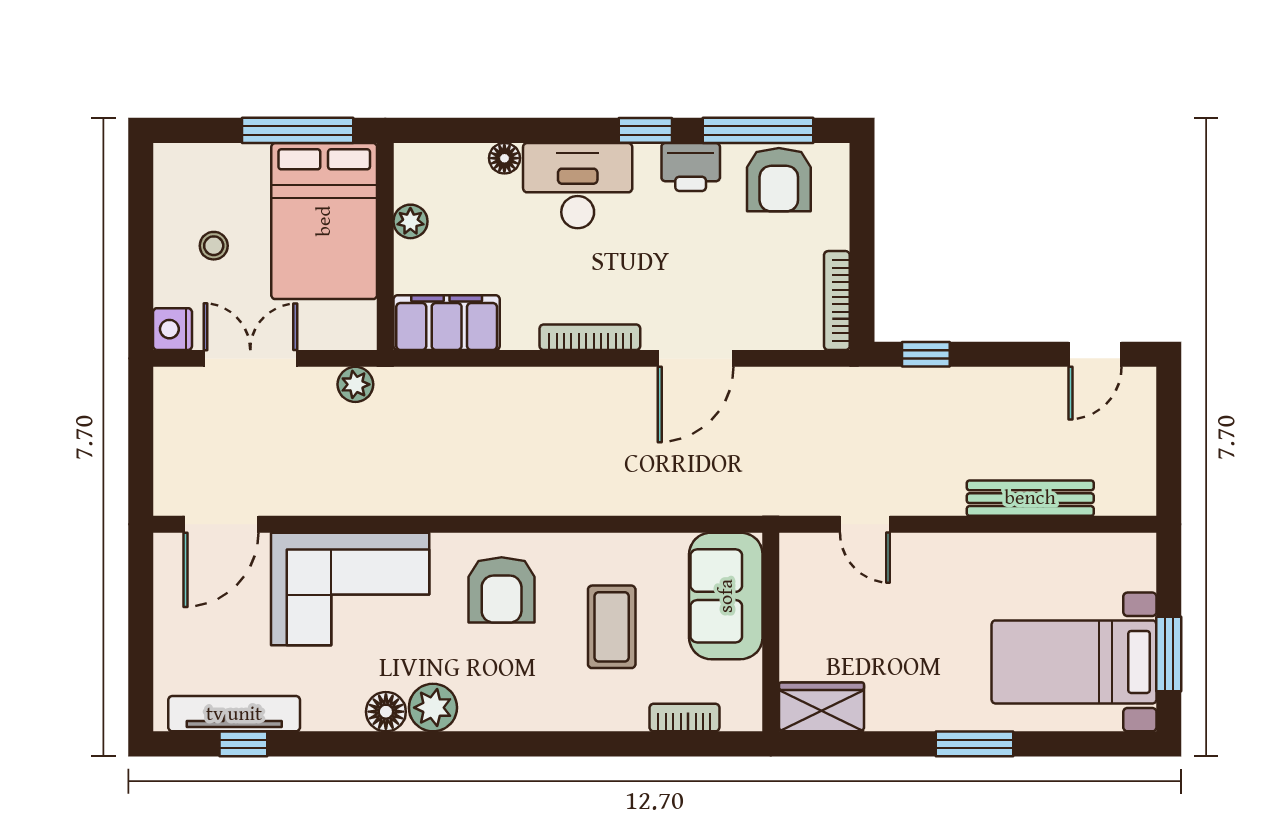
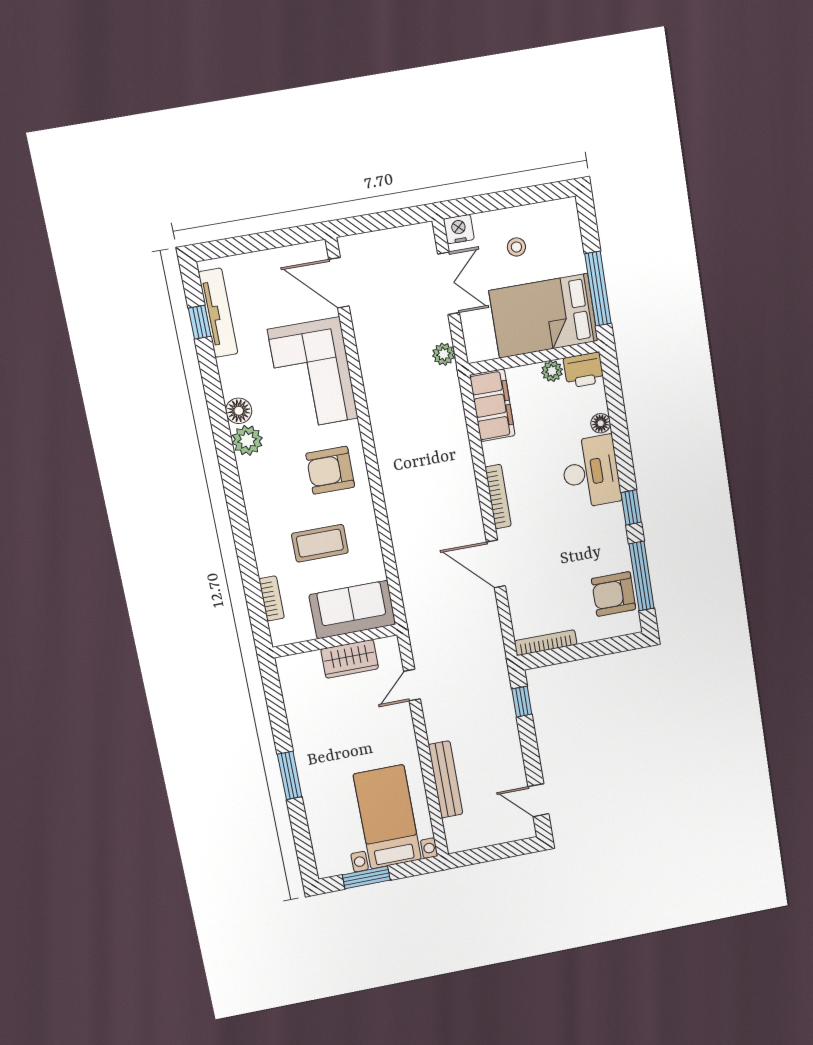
printer: (691, 167) -> (584, 370), moved, turned -90
bed with nightstands: (1074, 662) -> (387, 817), moved
wardrobe: (822, 707) -> (350, 659), moved, turned 90

